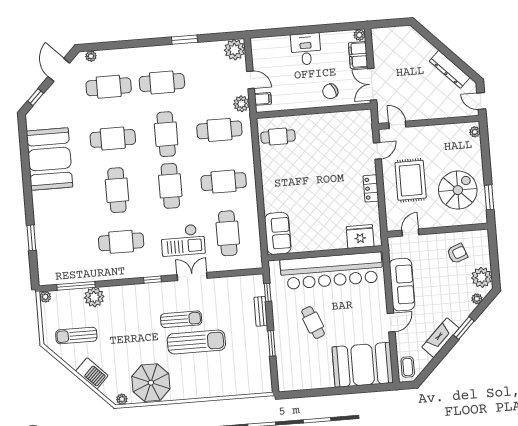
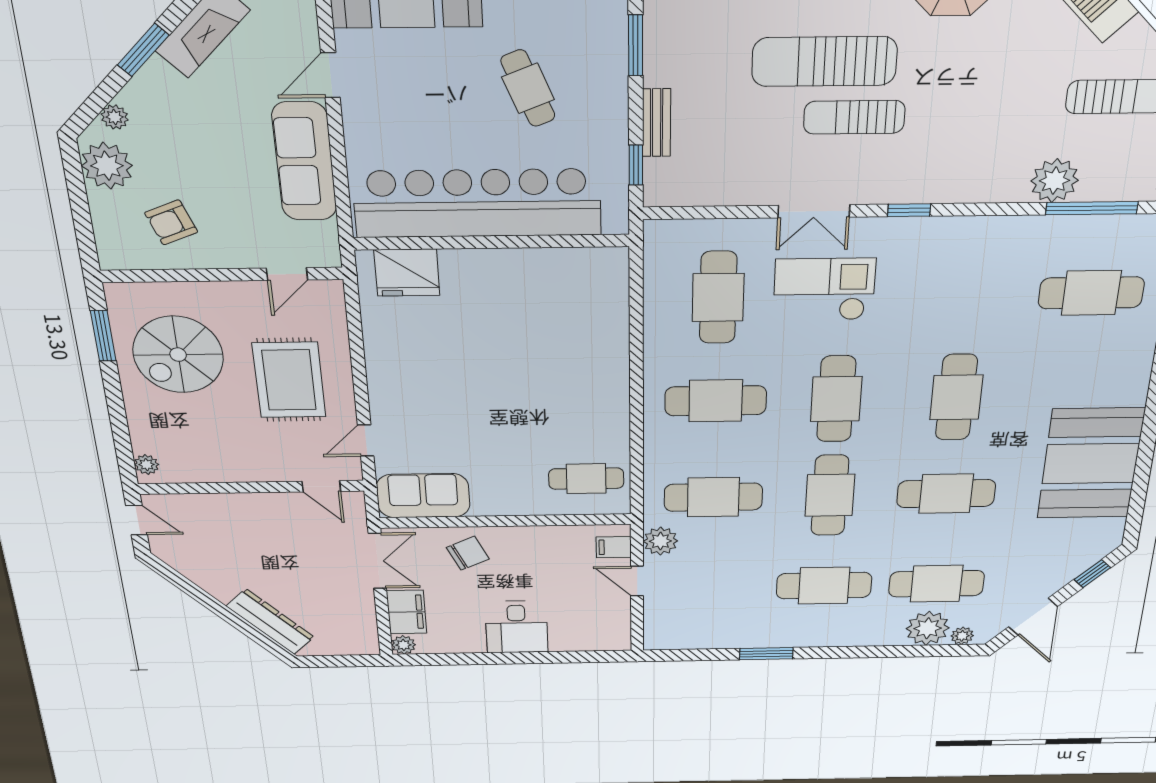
plant: (235, 50) -> (928, 628), moved
dresser: (450, 69) -> (270, 622), moved
locker: (371, 188) -> (381, 369), removed
sofa: (278, 233) -> (423, 496), moved, turned 90
cafe table: (121, 242) -> (1091, 293), moved

